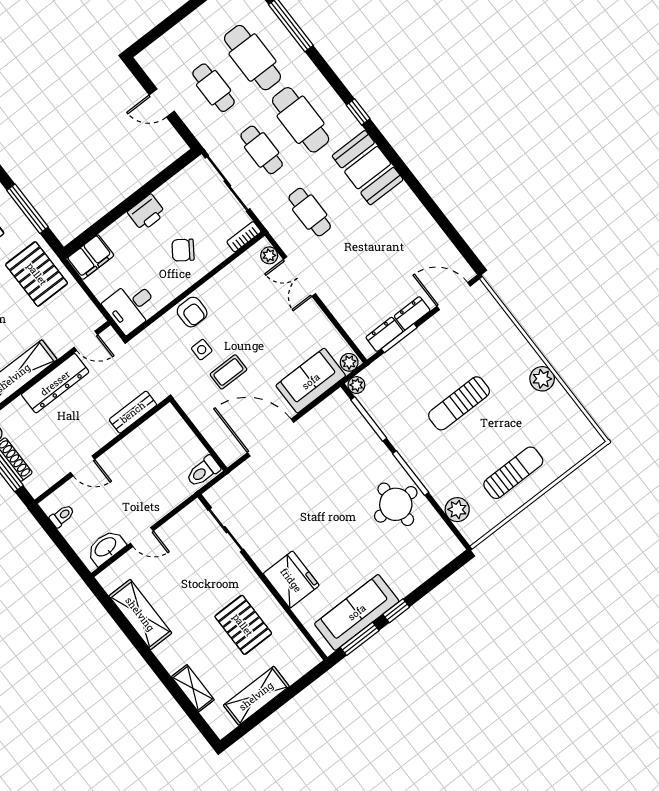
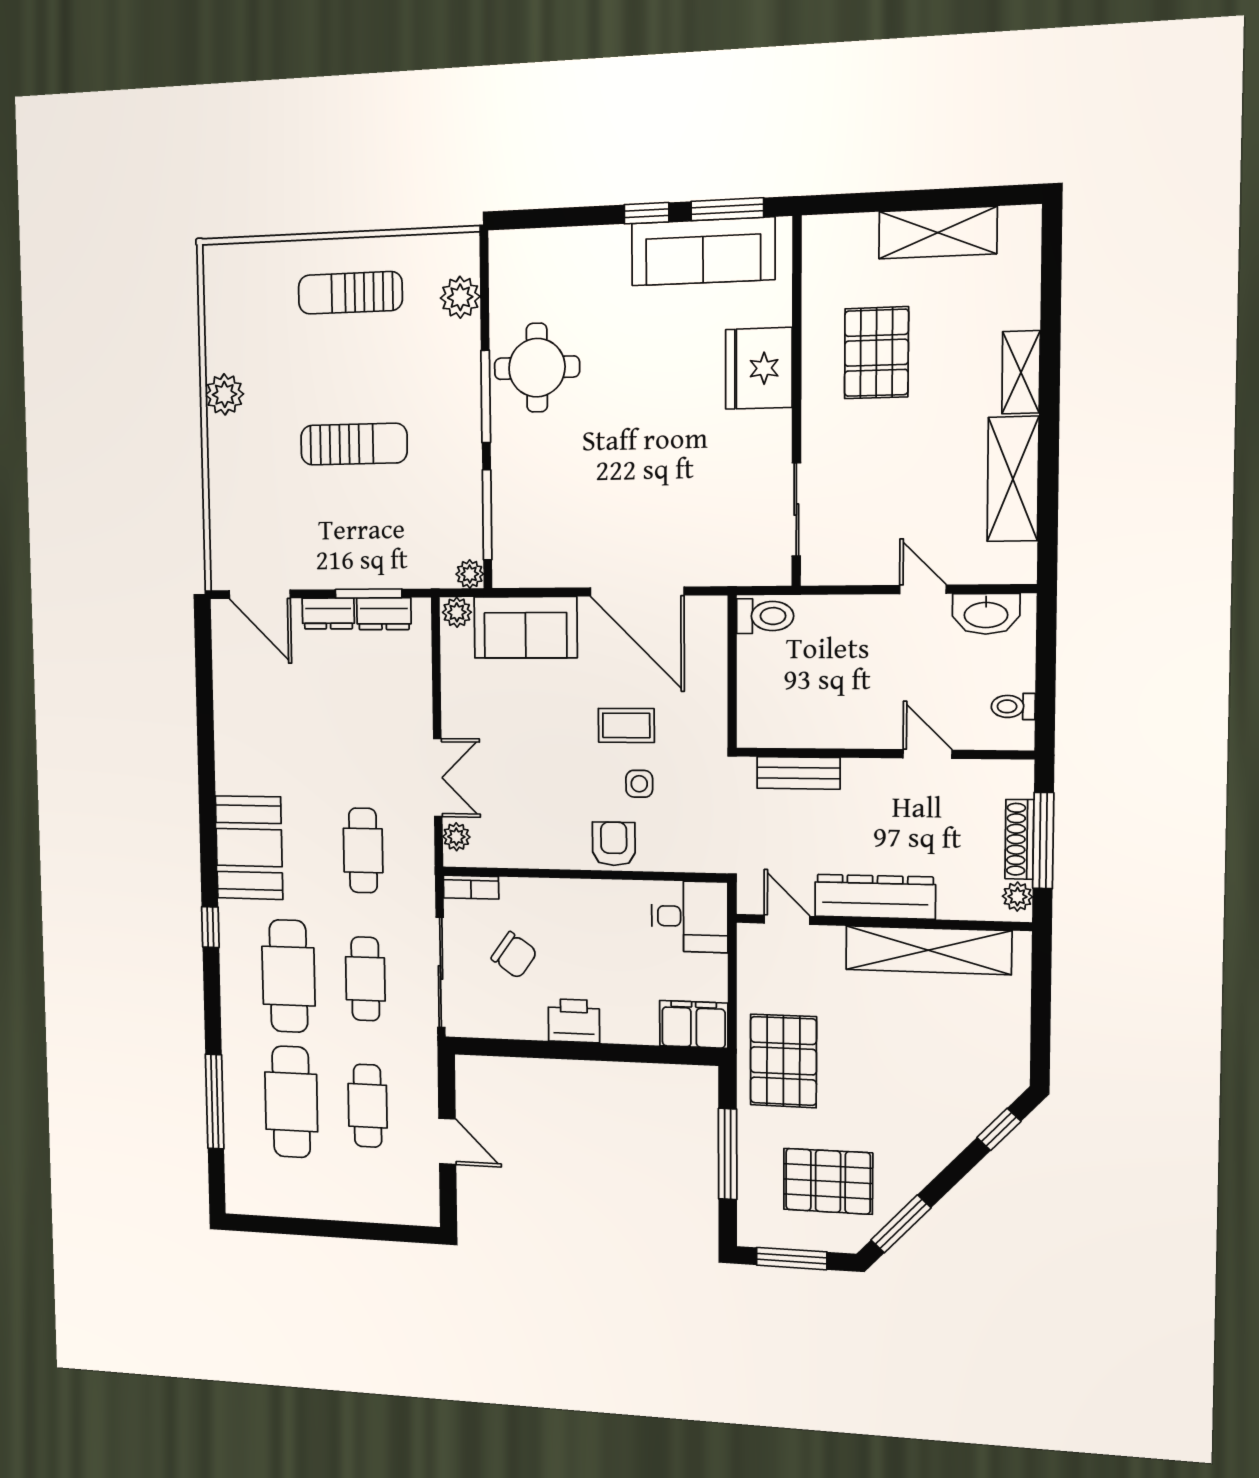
chair: (183, 250) -> (514, 955), moved
shelving: (193, 688) -> (1021, 372), moved

